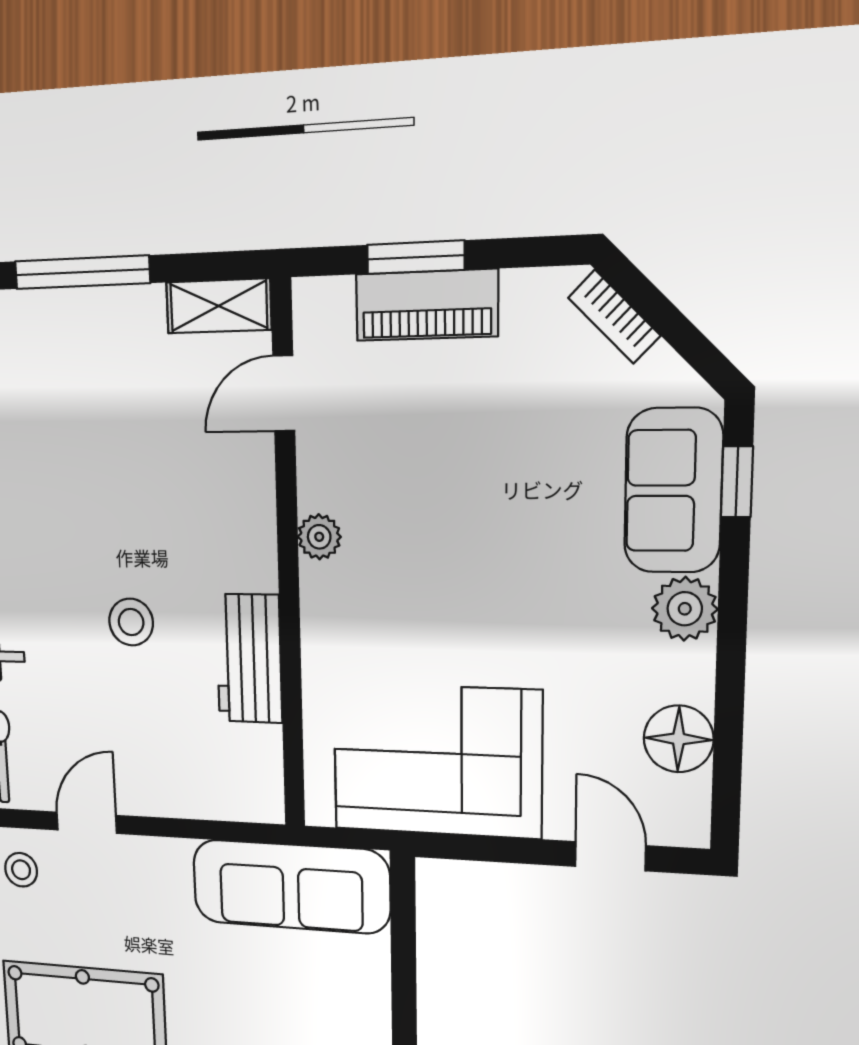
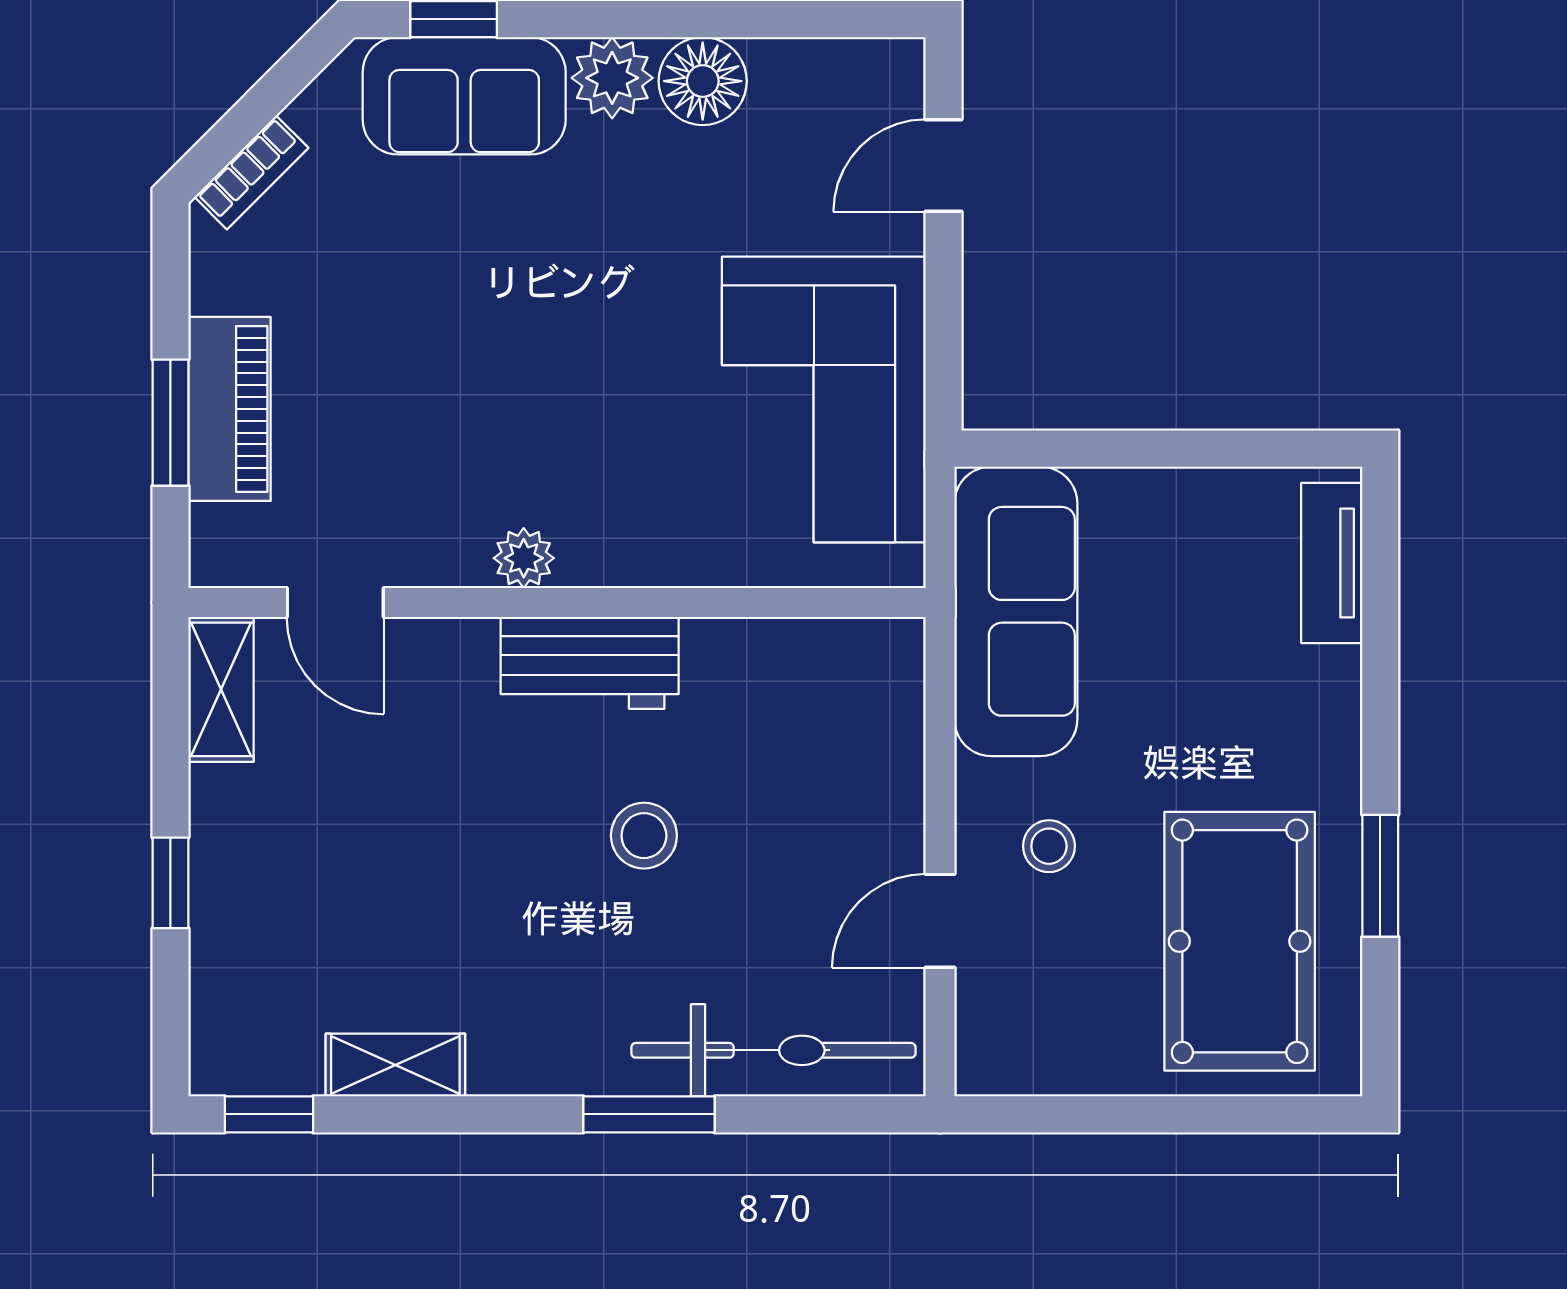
window: (82, 272) -> (170, 883), width x0.46
workbench: (249, 659) -> (590, 663), moved
floor lamp: (679, 739) -> (703, 81), moved
door: (87, 823) -> (940, 921), hinge flipped
stool: (21, 870) -> (1049, 846), moved

